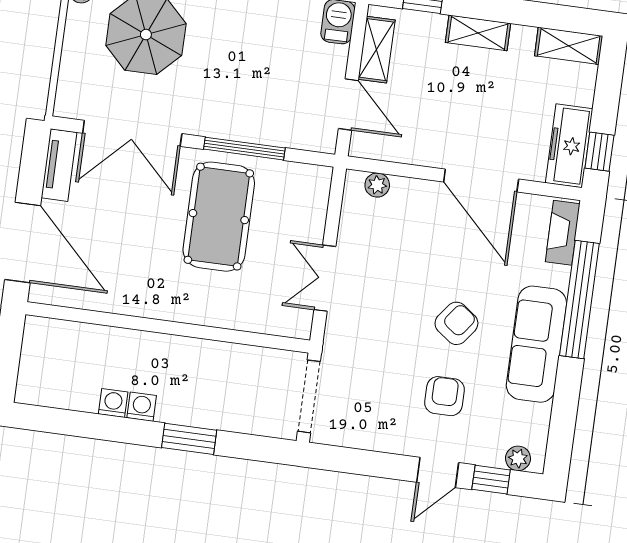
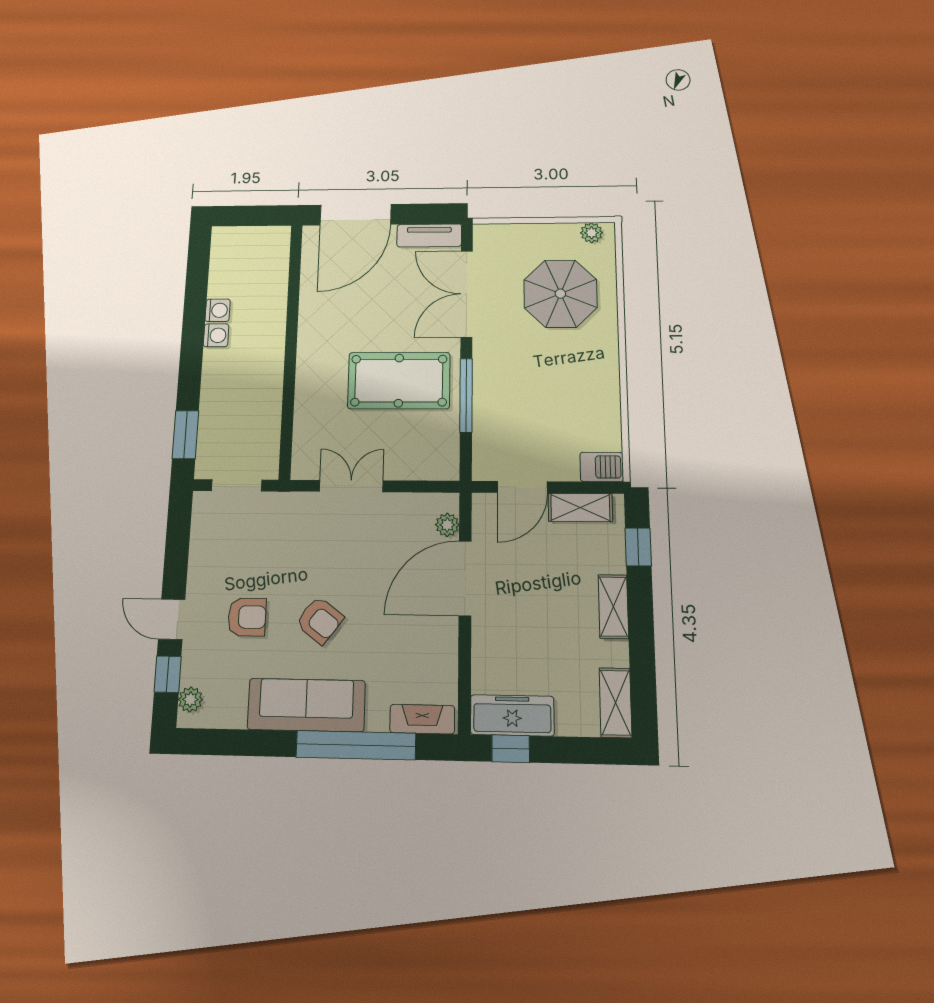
door: (481, 181) -> (465, 578), moved
doorway: (309, 396) -> (237, 485), width x0.73
window: (189, 439) -> (185, 435), moved

